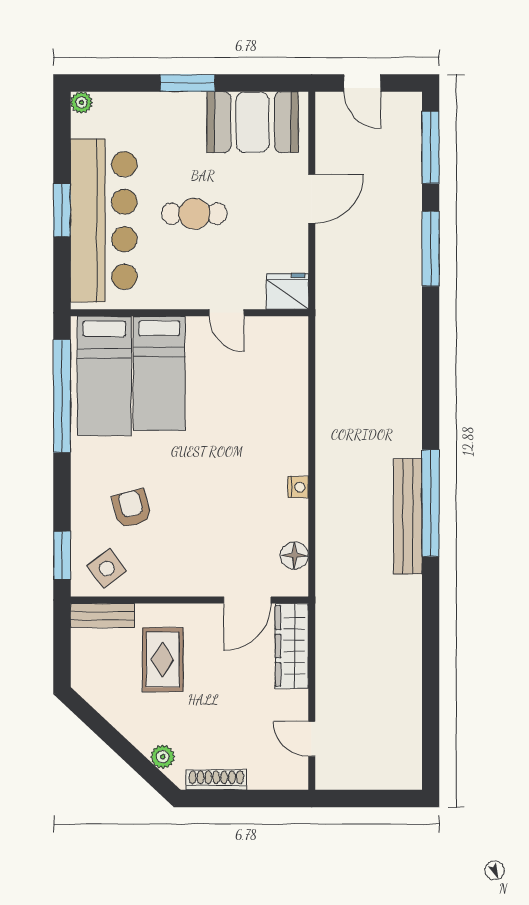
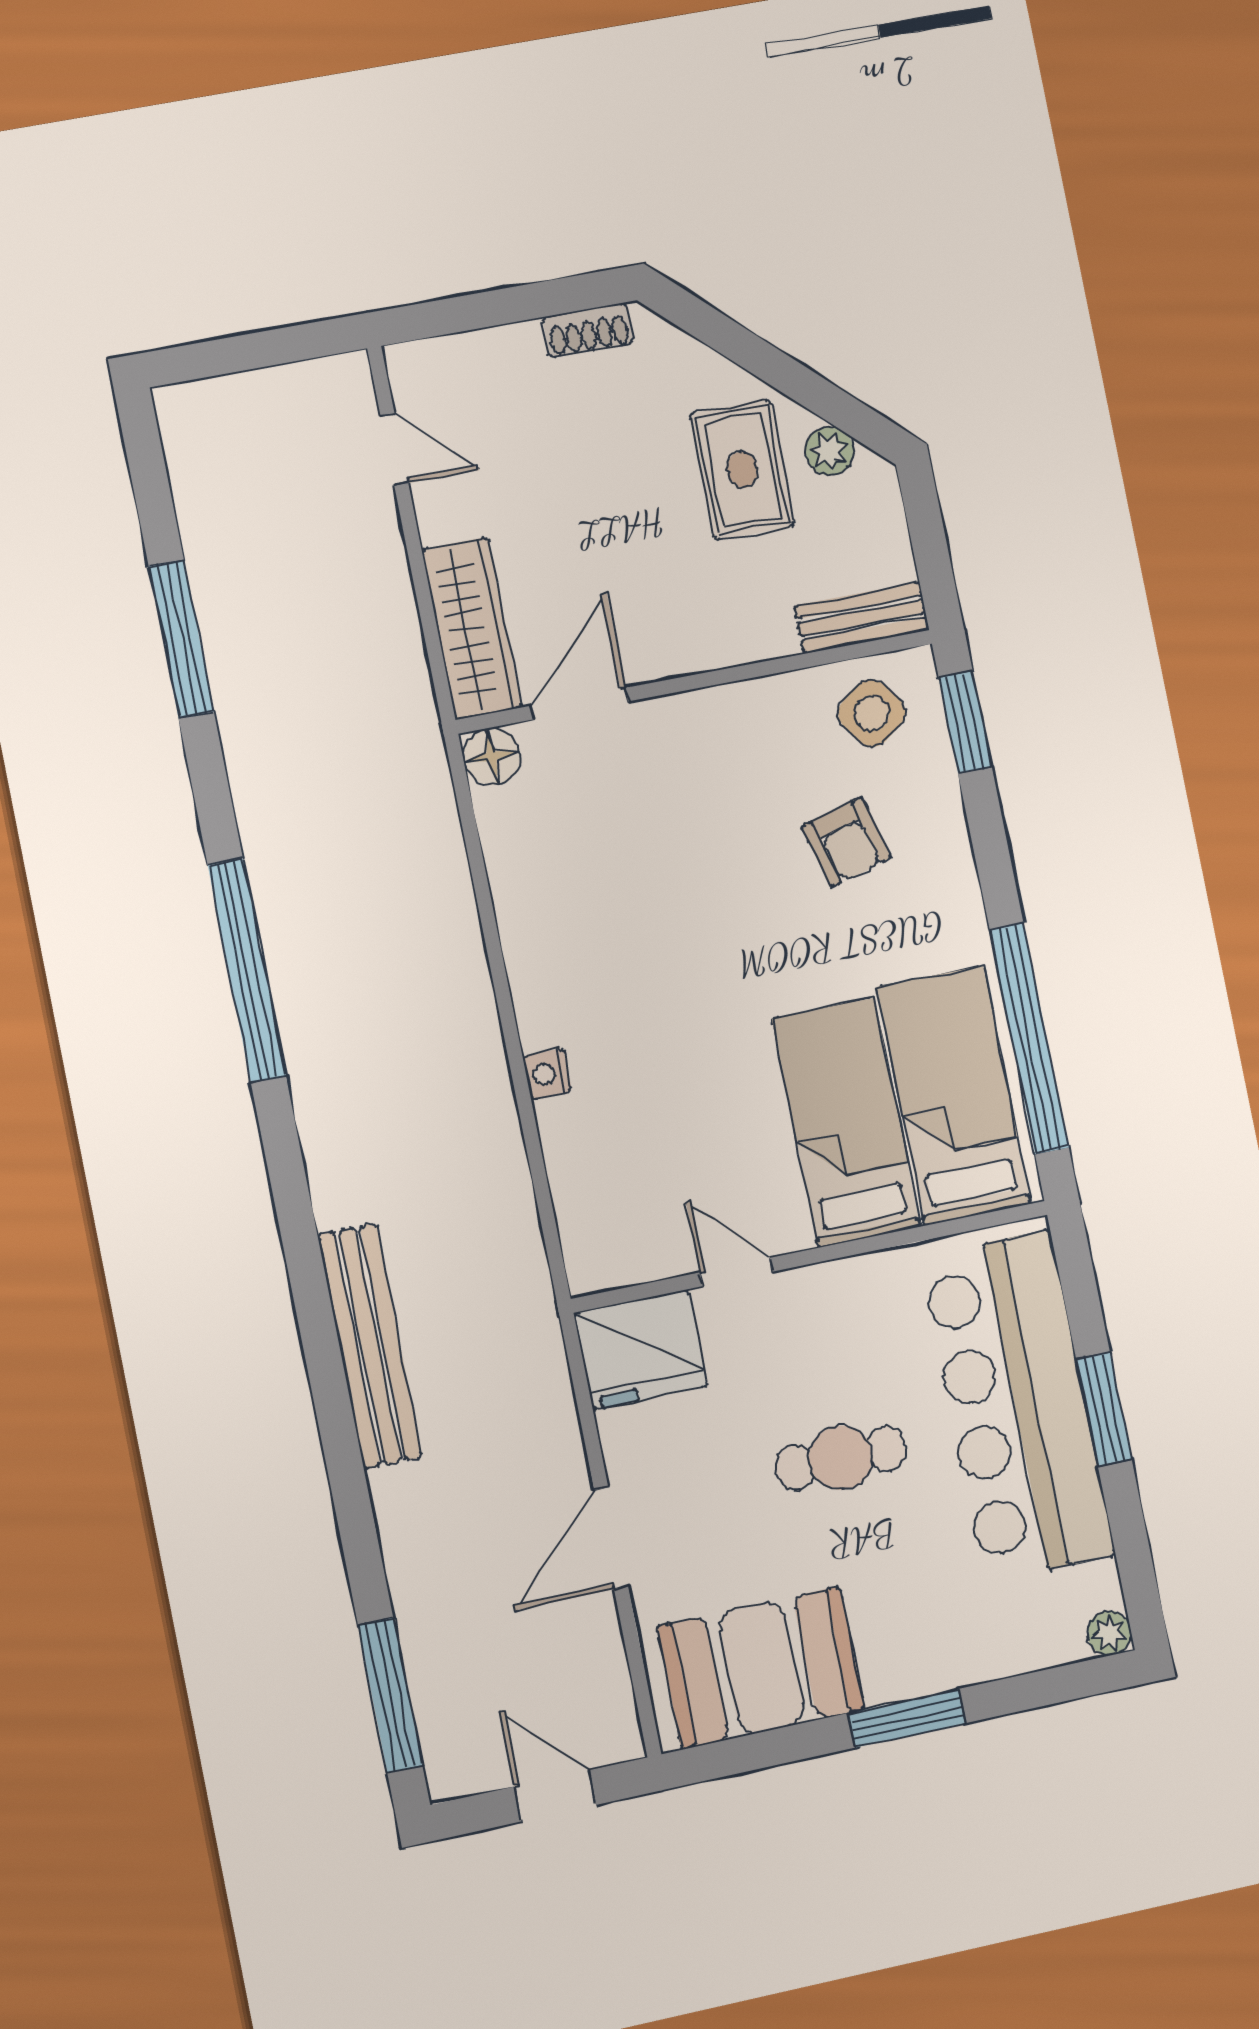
window: (431, 249) -> (181, 639), moved
fridge: (287, 291) -> (641, 1350), width x1.36, depth x1.34
nightstand: (298, 487) -> (547, 1074), moved
bench: (408, 516) -> (370, 1346), moved
floor lamp: (294, 555) -> (492, 756), moved
rug: (163, 660) -> (742, 470), moved
plant: (163, 757) -> (829, 451), moved
shoe rack: (216, 780) -> (588, 330), width x0.70

